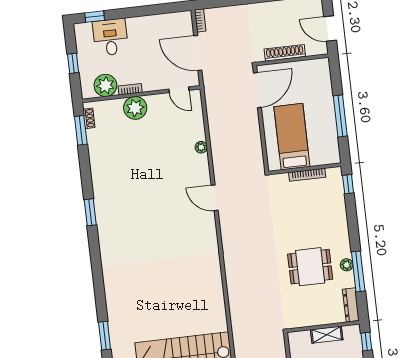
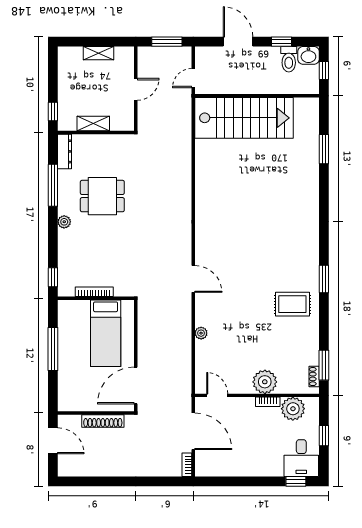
desk: (110, 37) -> (301, 458), moved
rug: (117, 185) -> (292, 304), added
plant: (347, 265) -> (64, 222), moved

